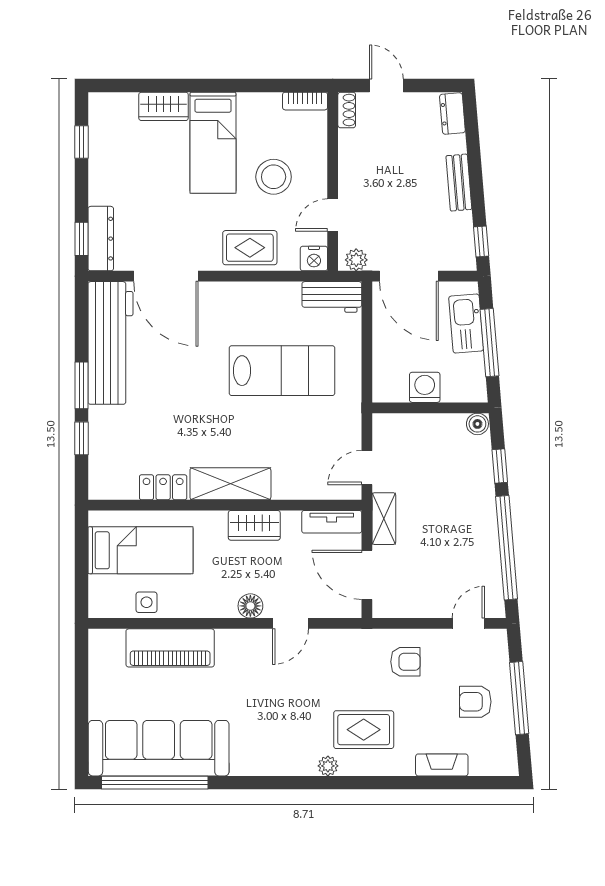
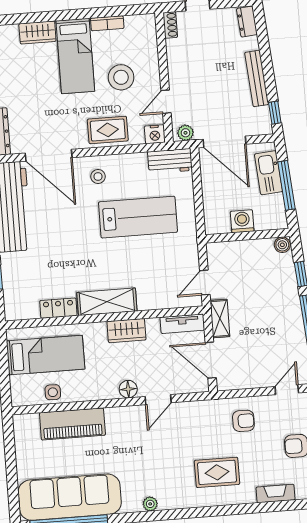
bookcase: (305, 101) -> (107, 23), moved
bench: (459, 183) -> (257, 78), width x1.36
stool: (231, 311) -> (98, 176), added
plant: (328, 766) -> (150, 504), moved

